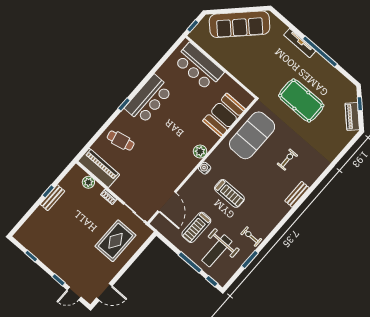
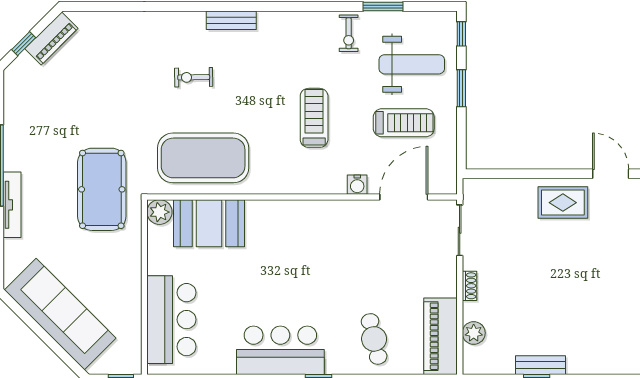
pool table: (301, 100) -> (102, 189), moved
plant: (200, 151) -> (159, 212), moved
water cooler: (205, 168) -> (357, 185), moved
rug: (115, 241) -> (563, 203), moved, width x0.73, depth x0.70
window: (190, 262) -> (461, 88), width x0.69

